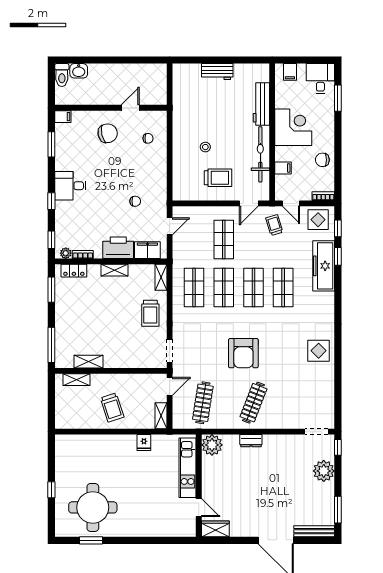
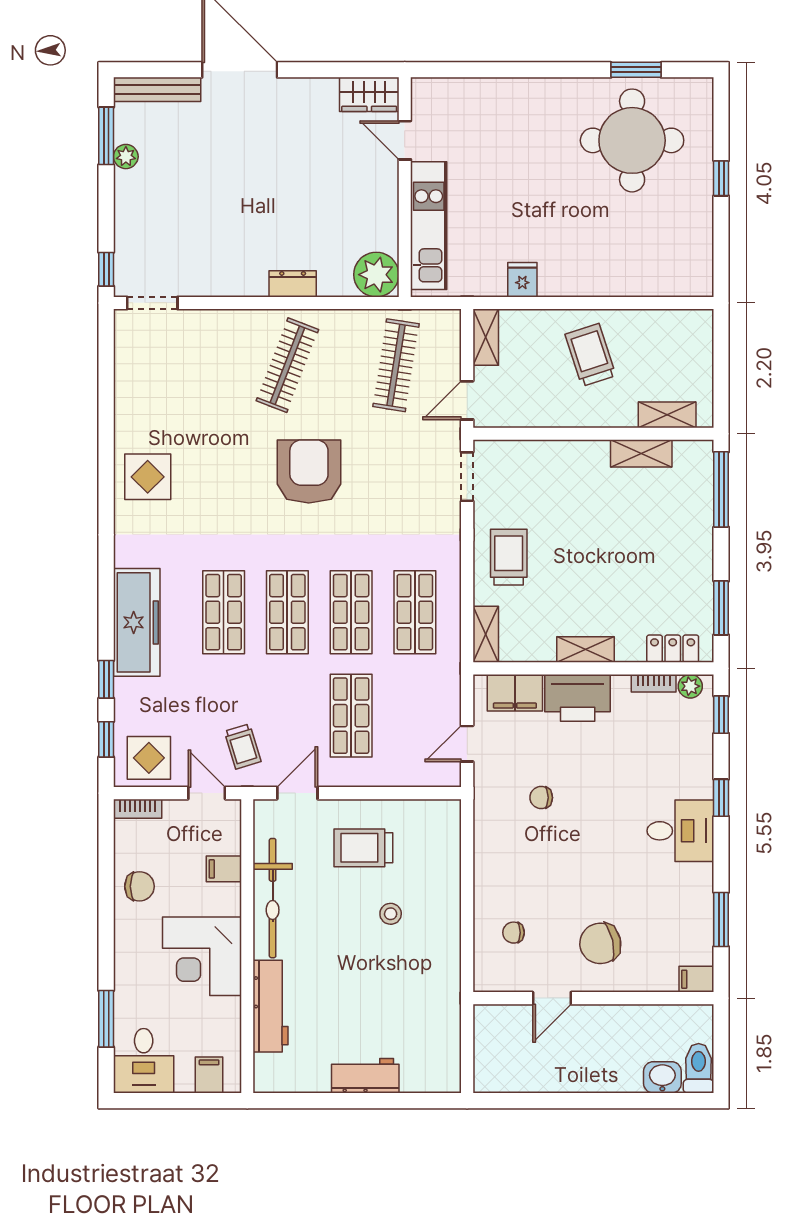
freezer: (324, 266) -> (137, 622), moved
plant: (324, 471) -> (126, 157), moved, width x0.53, depth x0.53

